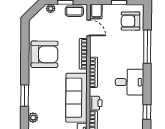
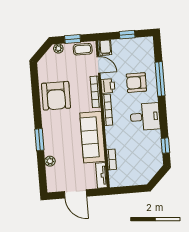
armchair: (131, 21) -> (136, 83), moved
armchair: (44, 54) -> (56, 96), turned 90
printer: (96, 103) -> (108, 86), moved

